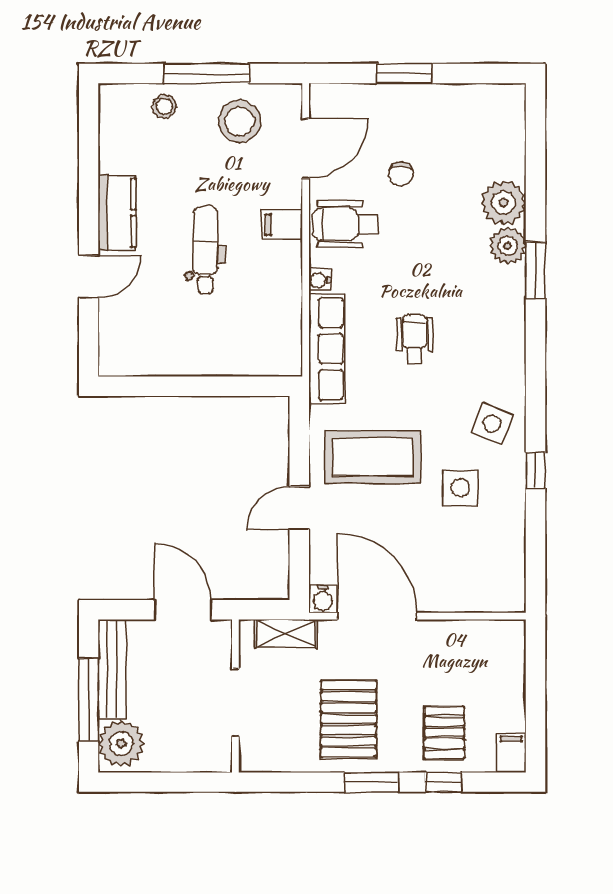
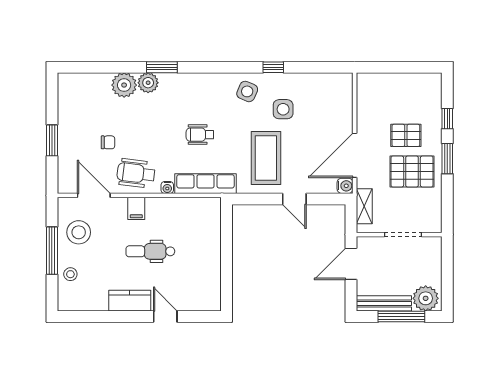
wheelchair: (345, 224) -> (136, 173), turned 97
pallet: (444, 733) -> (406, 135), moved
filing cabinet: (511, 753) -> (431, 81), removed

